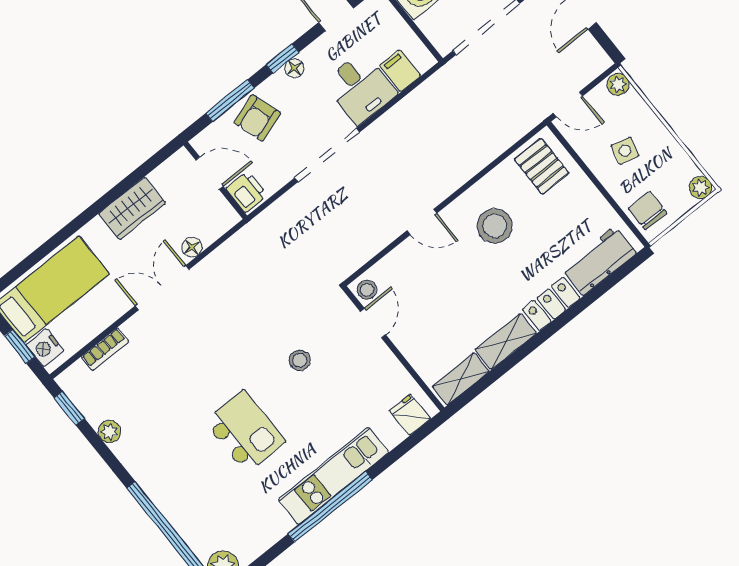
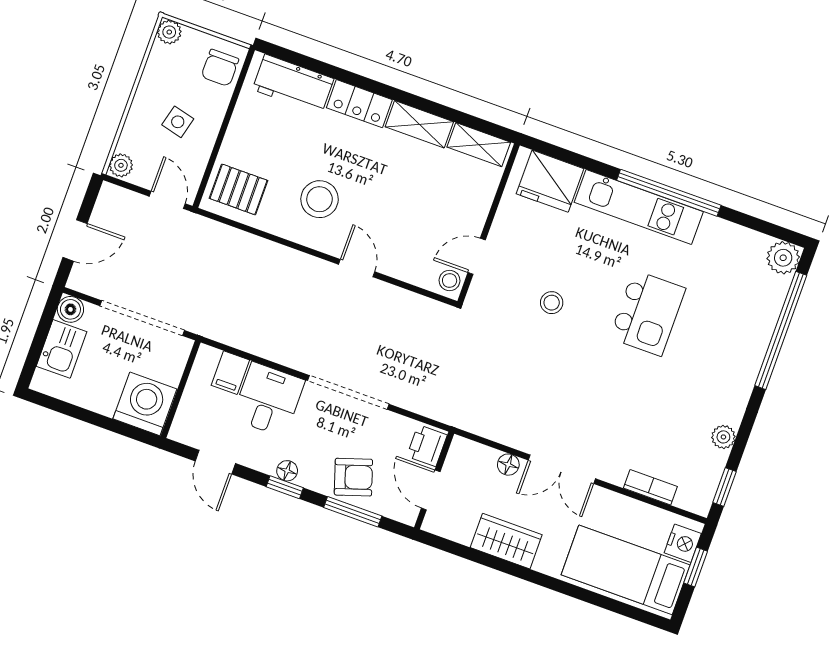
pallet: (542, 166) -> (239, 189), turned 90
fridge: (410, 415) -> (550, 181), width x1.88, depth x1.34
kitchen island: (245, 431) -> (648, 313), turned 180

